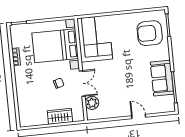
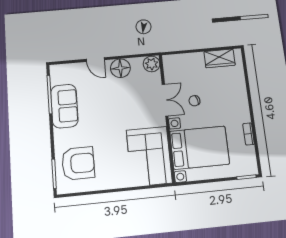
double door: (82, 84) -> (165, 100), swing flipped
plant: (92, 103) -> (152, 64), moved
floor lamp: (118, 109) -> (120, 68), added
wardrobe: (60, 116) -> (219, 58), moved

